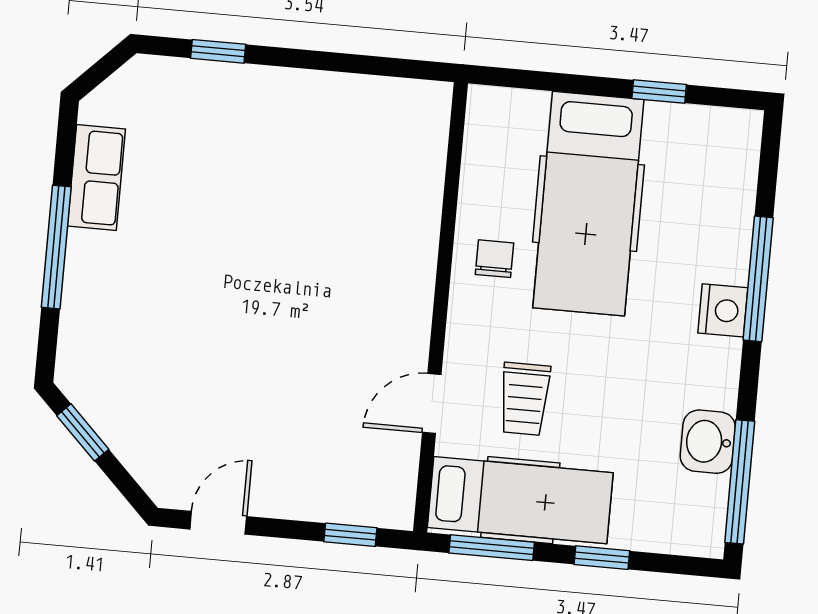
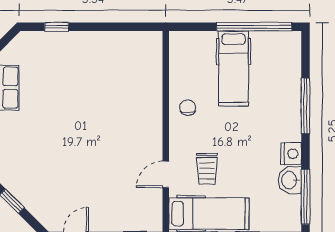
window: (659, 91) -> (254, 27), width x3.17
hospital bed: (588, 204) -> (233, 68), width x0.73, depth x0.78
nightstand: (723, 310) -> (291, 154), moved

